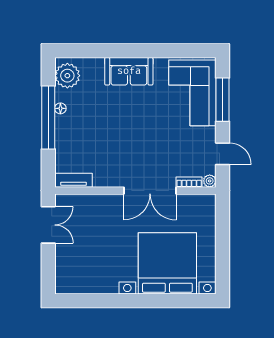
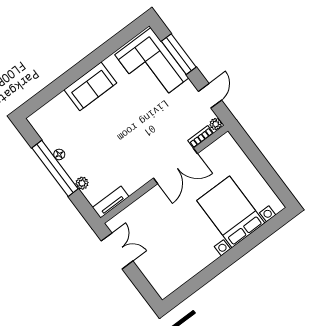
plant: (67, 76) -> (82, 183), moved, width x0.53, depth x0.53
door: (223, 154) -> (210, 96), hinge flipped
bed with nightstands: (167, 263) -> (231, 212), width x0.73

